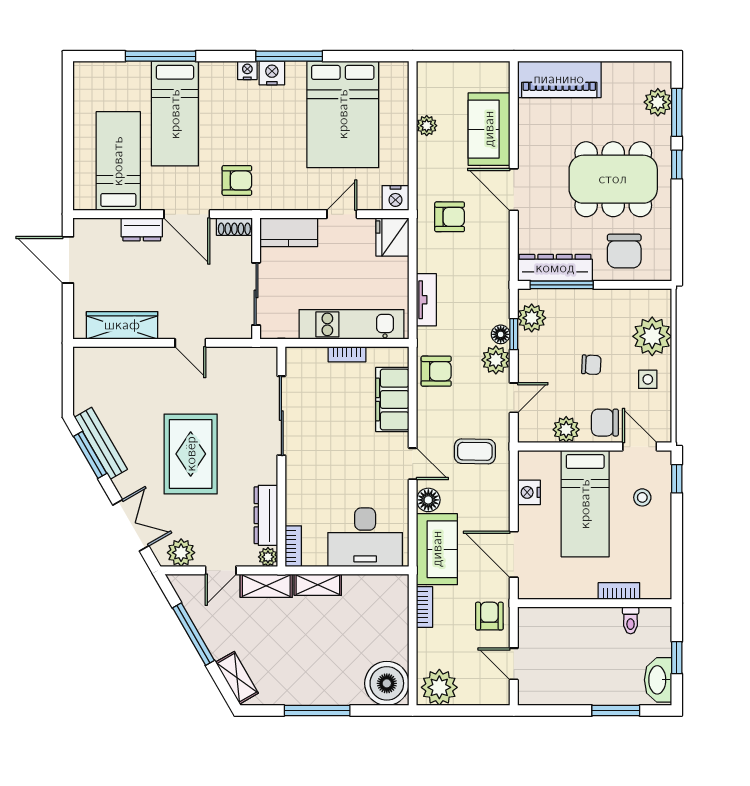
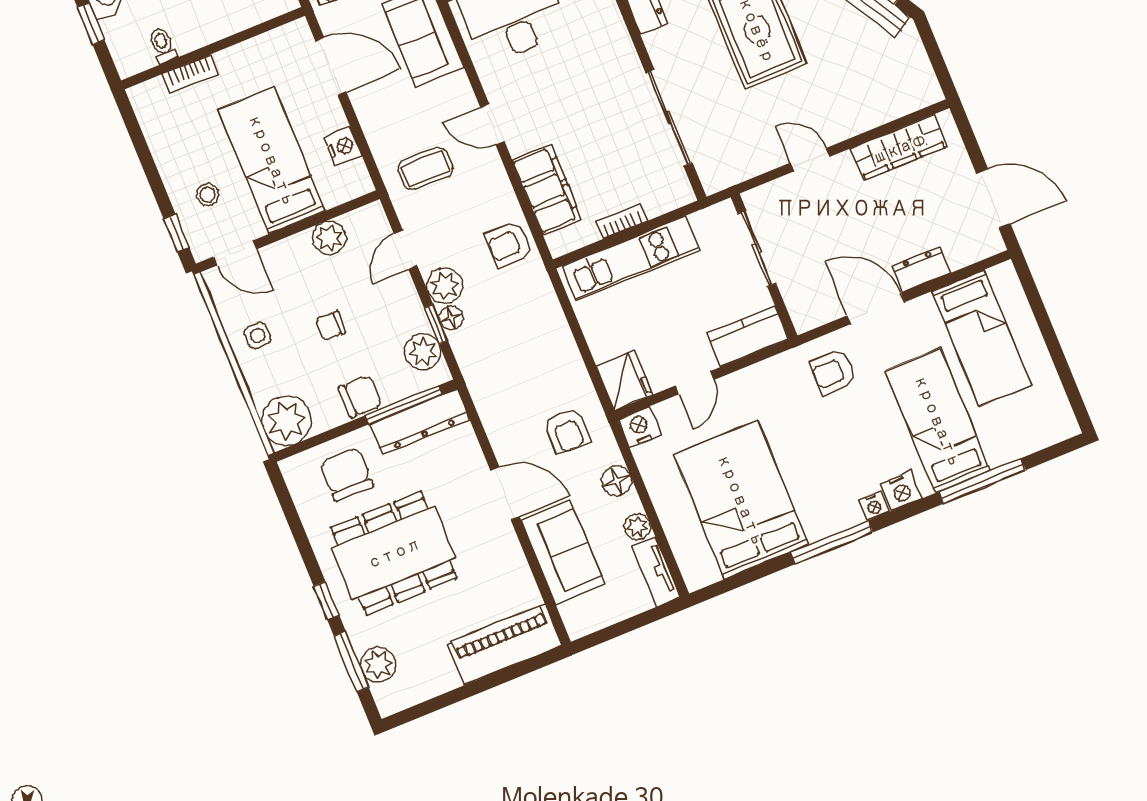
nightstand: (272, 73) -> (901, 491), moved
armchair: (450, 217) -> (567, 431), turned -90
shoe rack: (234, 227) -> (814, 317), removed
tv unit: (426, 300) -> (656, 571), moved
plant: (652, 336) -> (287, 421), moved
chair: (605, 423) -> (360, 396), moved
floor lamp: (428, 500) -> (617, 481), moved

